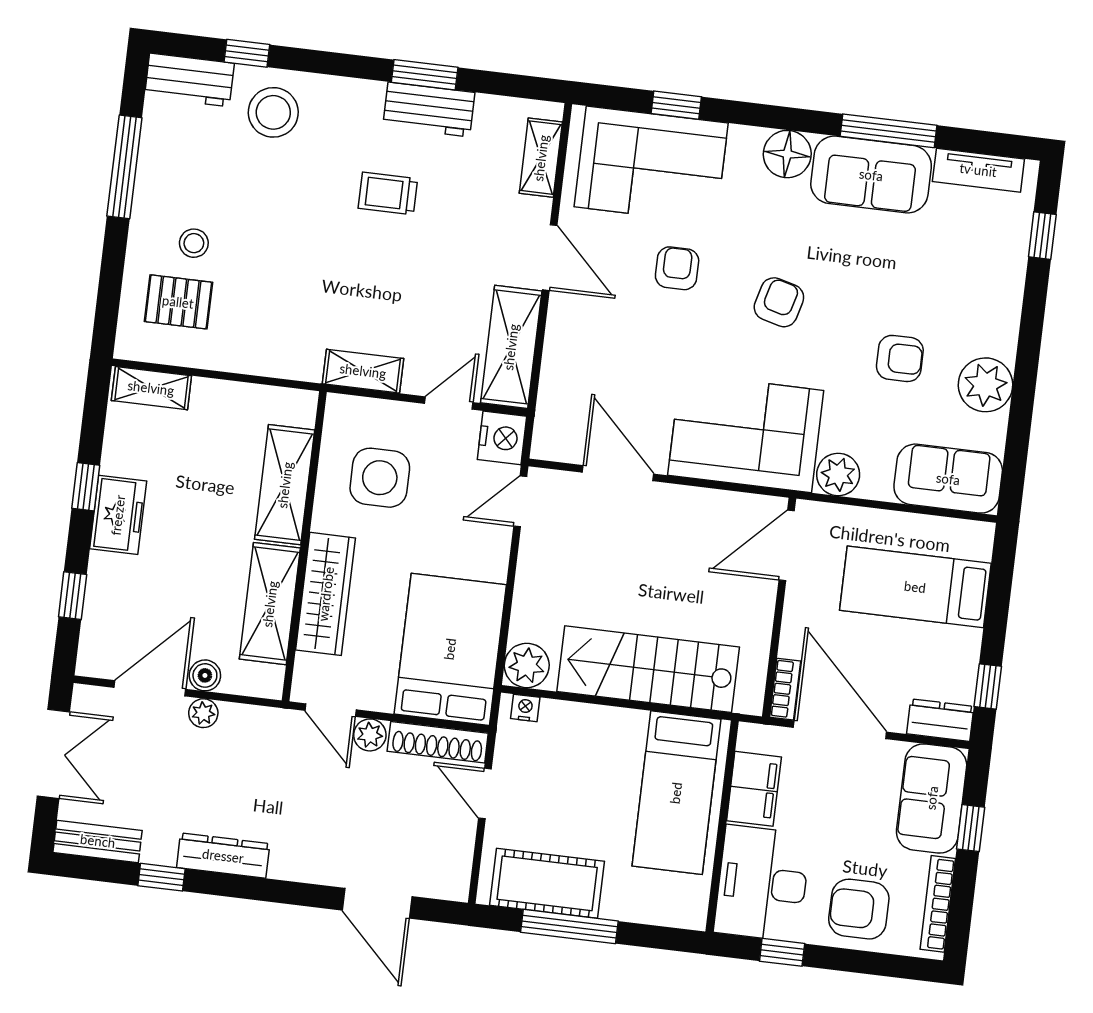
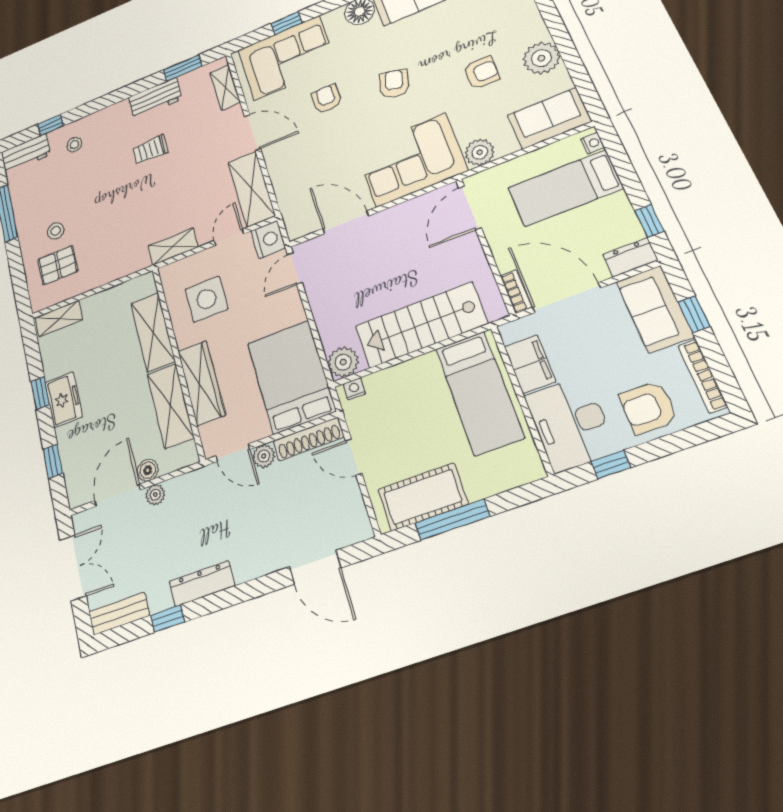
window: (425, 75) -> (183, 68), moved
stool: (273, 112) -> (74, 145), width x0.53, depth x0.53
nightstand: (981, 545) -> (593, 143), added

